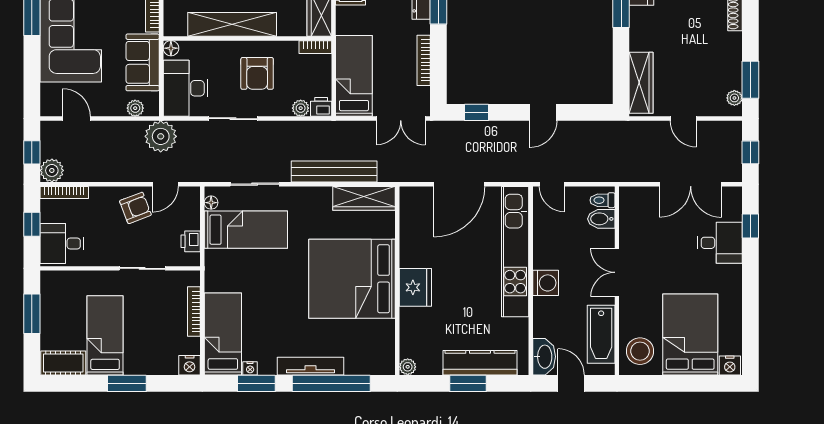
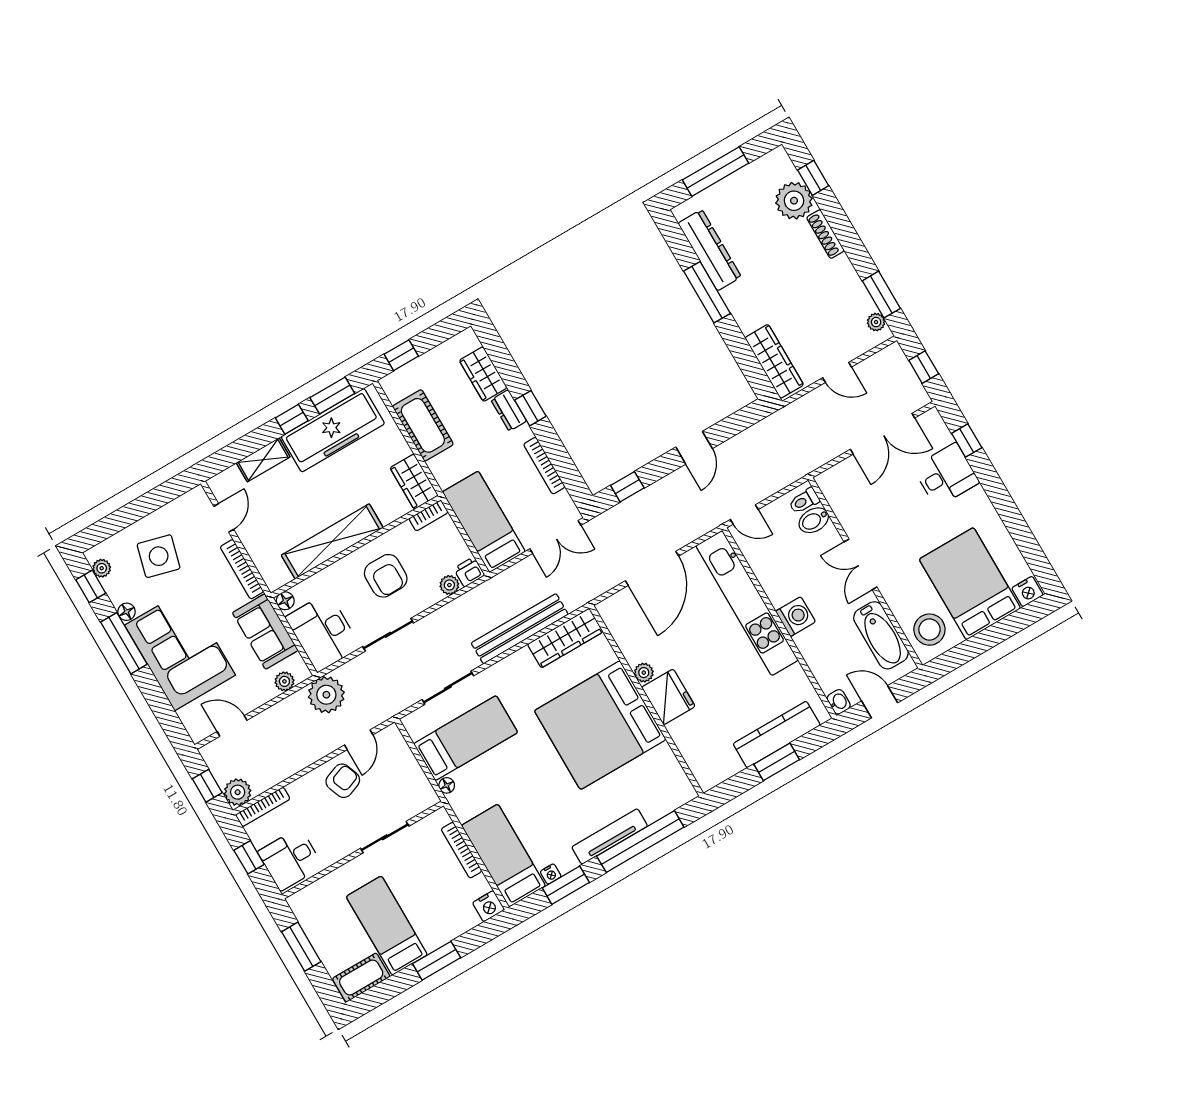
floor lamp: (211, 203) -> (447, 785), moved
printer: (191, 241) -> (417, 782), removed
washbasin: (544, 357) -> (839, 702), width x0.52, depth x0.69
plant: (408, 367) -> (644, 673), moved

